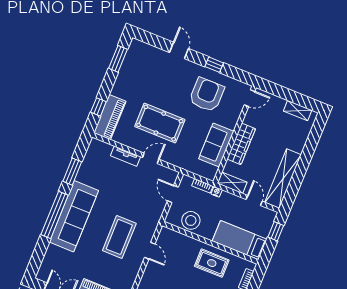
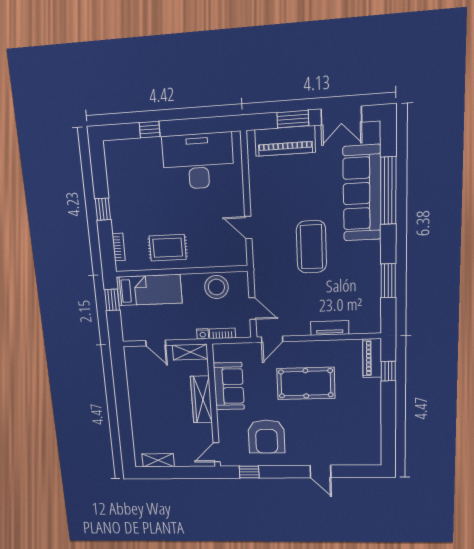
window: (118, 59) -> (388, 435), removed
window: (214, 65) -> (249, 472), moved
piano: (110, 117) -> (372, 358), width x0.73, depth x0.75
door: (151, 158) -> (272, 339), moved
shelving: (283, 179) -> (136, 381), removed
window: (55, 215) -> (388, 191), moved
sofa: (74, 216) -> (362, 193), moved
window: (276, 231) -> (112, 300), moved
coffee table: (119, 237) -> (311, 247), moved

